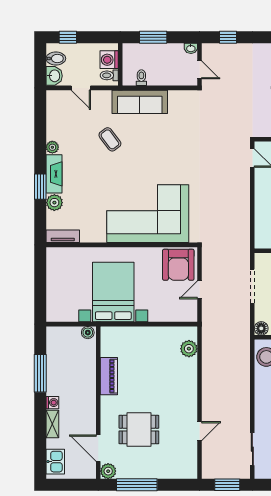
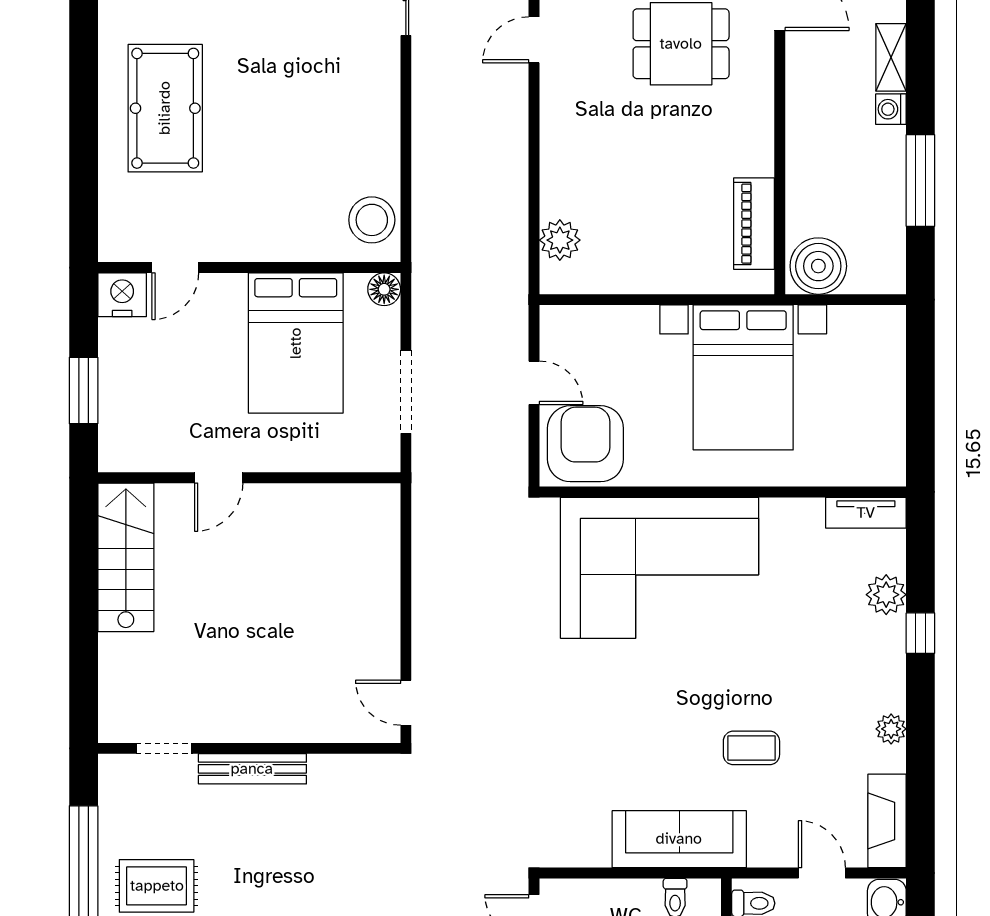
coffee table: (110, 139) -> (751, 748), turned -53
fireplace: (54, 174) -> (887, 821), moved
window: (40, 187) -> (920, 633), width x0.67
door: (199, 290) -> (534, 383), hinge flipped
boiler: (88, 333) -> (818, 266), width x1.86, depth x1.86
piano: (109, 376) -> (754, 224), moved

